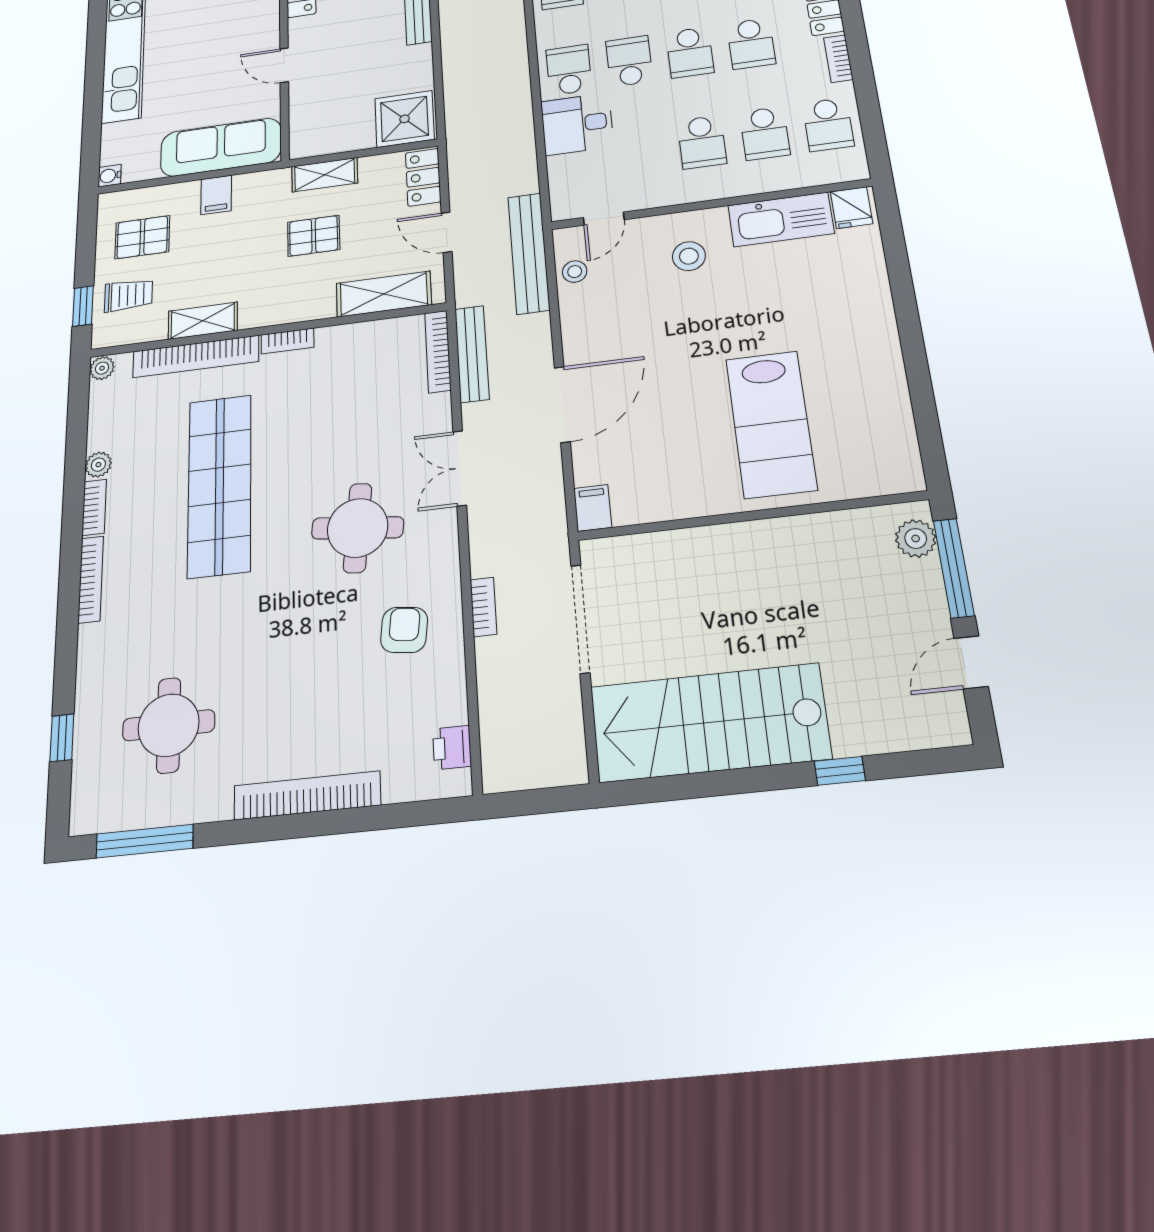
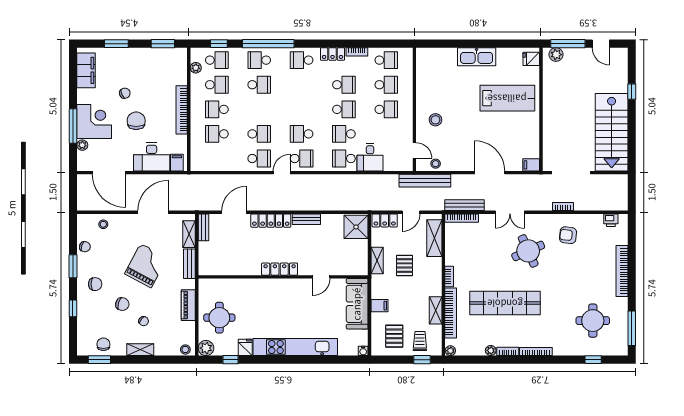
fridge: (852, 208) -> (531, 59), moved, turned 180
kitchen sink: (781, 219) -> (477, 57), moved, turned 90
round table: (358, 528) -> (528, 251), turned -30

